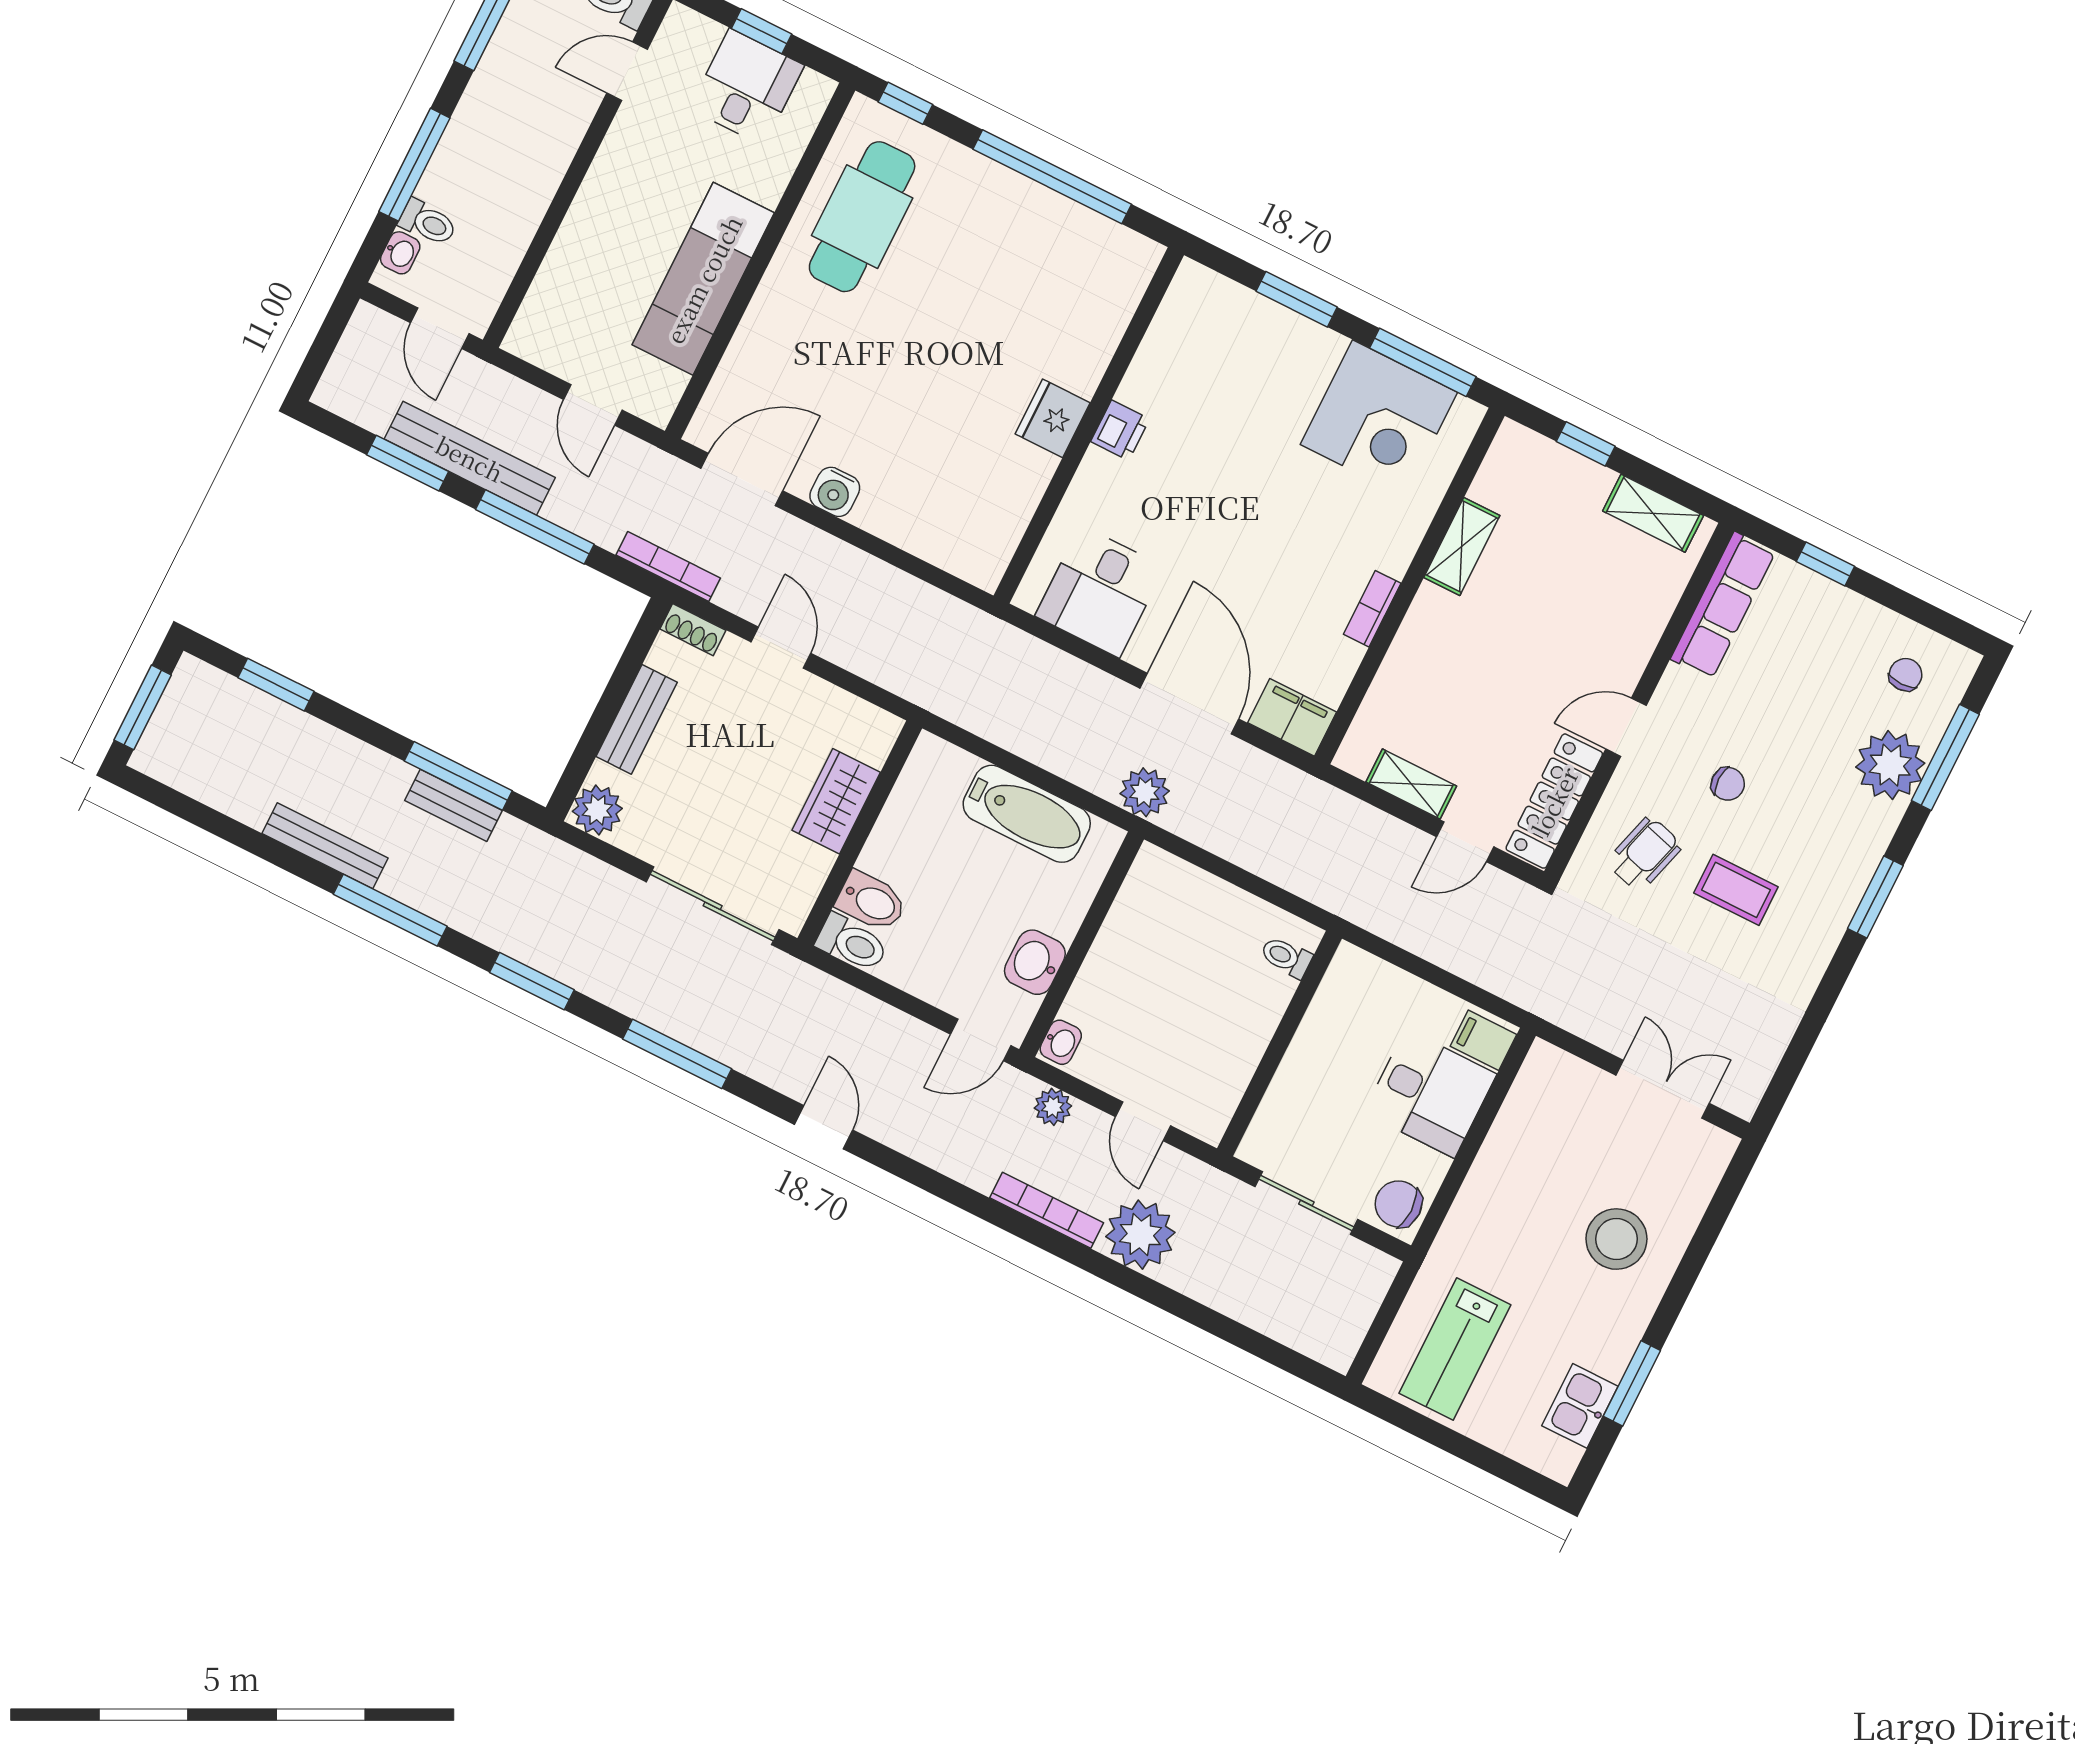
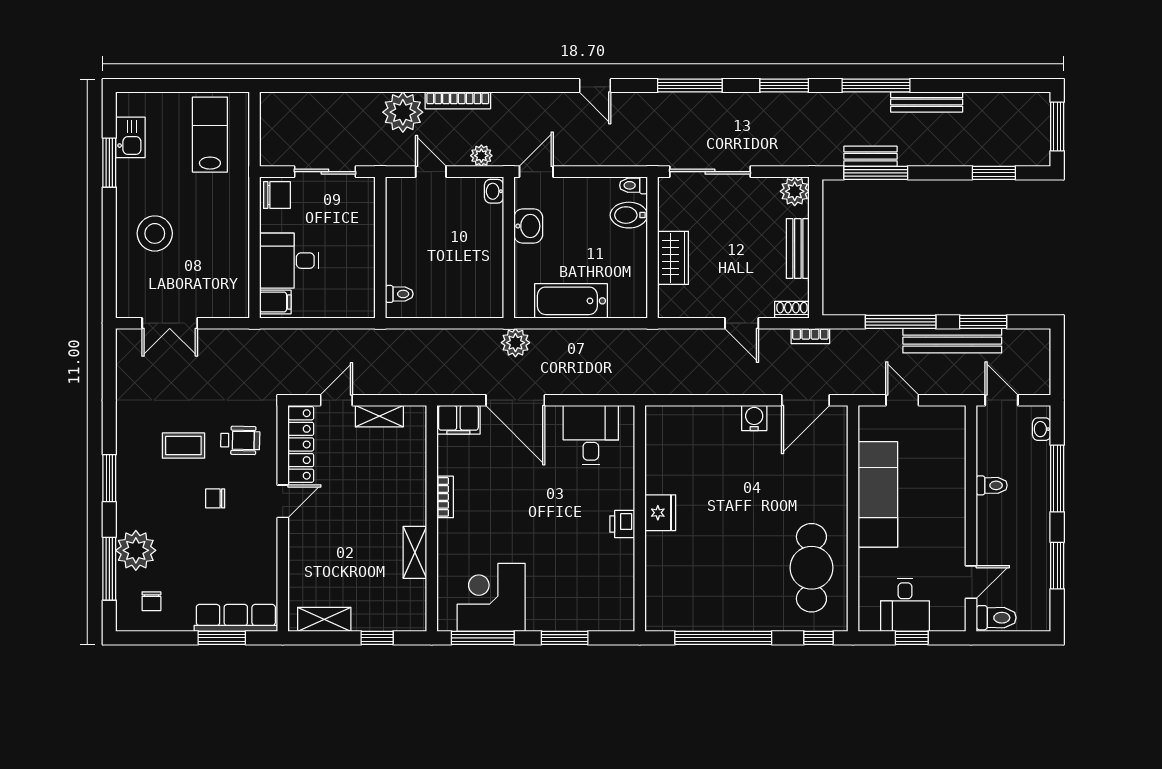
toilet: (428, 223) -> (992, 485), moved, turned 180
window: (1825, 564) -> (222, 638), width x1.50
bookcase: (668, 566) -> (810, 336), width x0.64
row of seats: (1723, 605) -> (236, 618), moved, turned 90
wheelchair: (1644, 854) -> (240, 440), turned -105
toilet: (852, 943) -> (634, 185), width x0.73, depth x0.72

